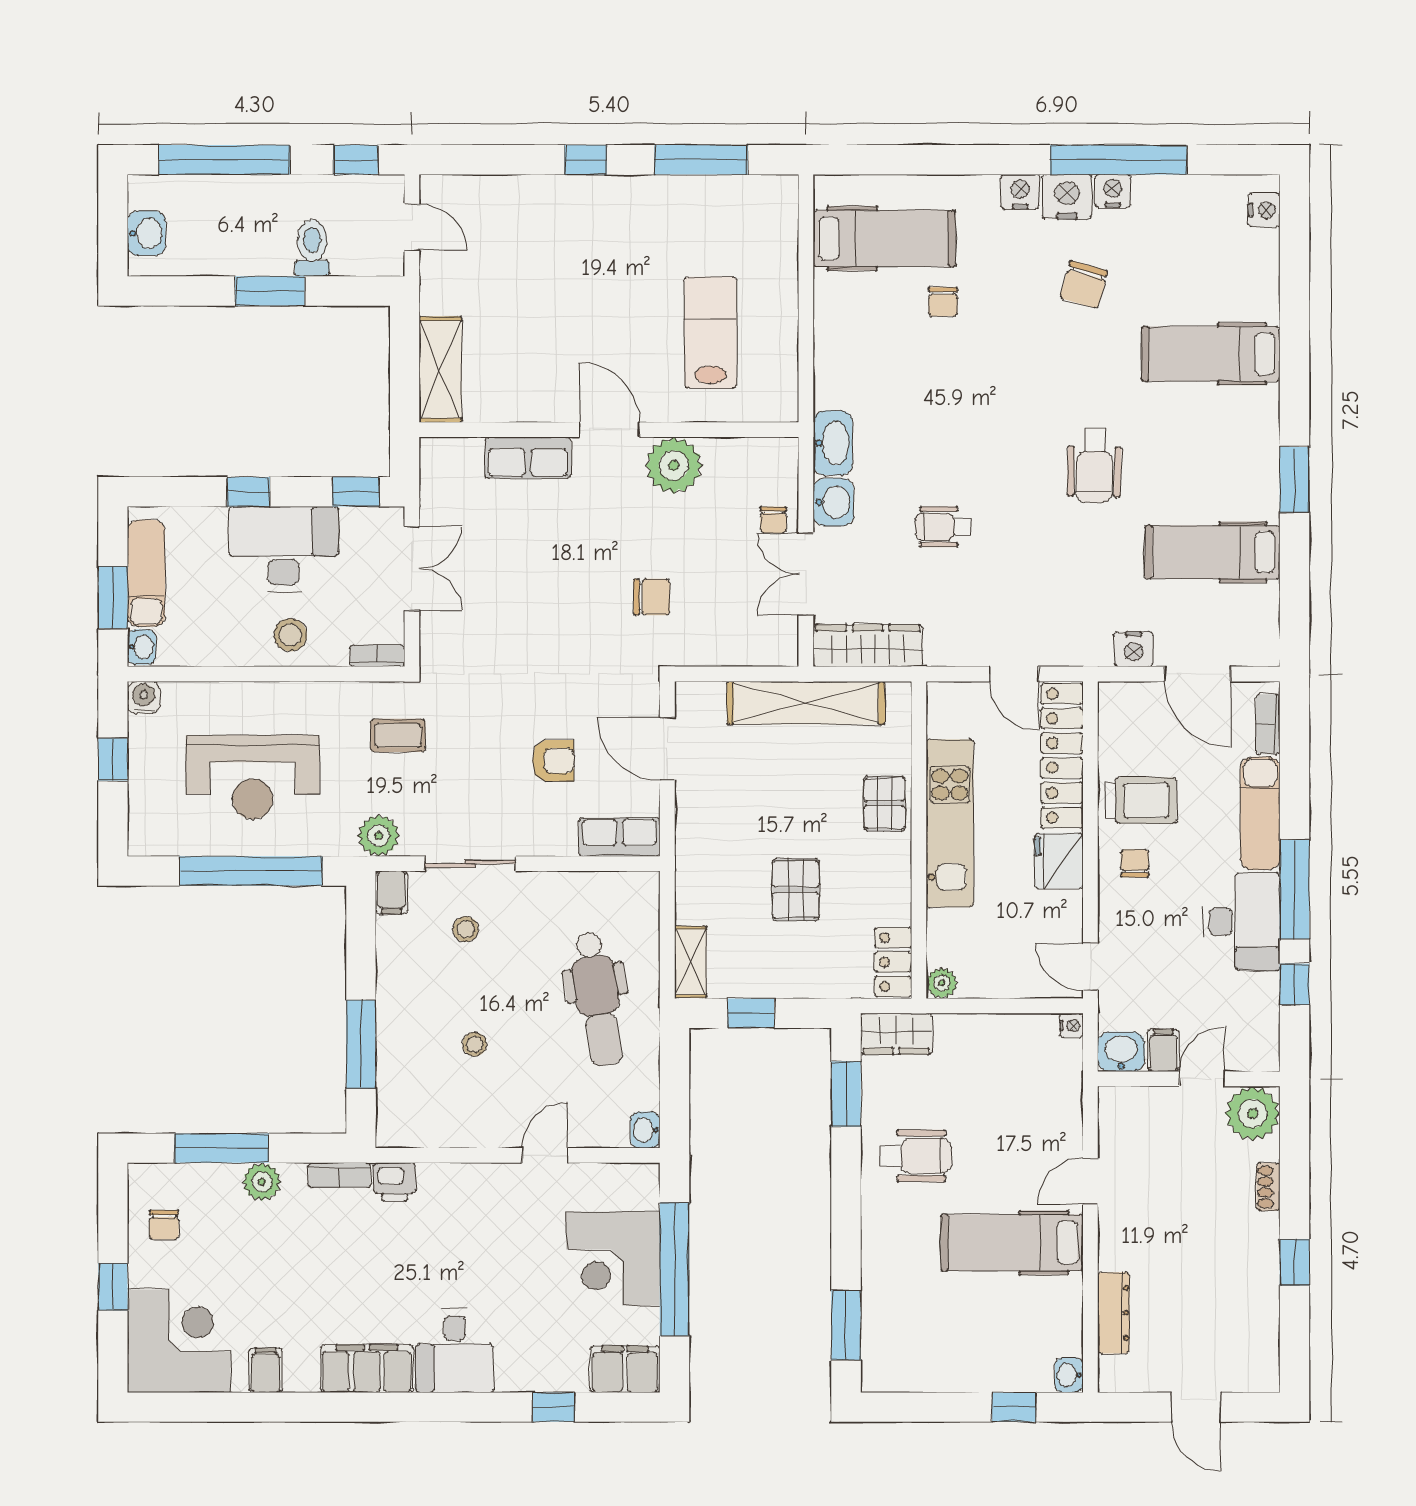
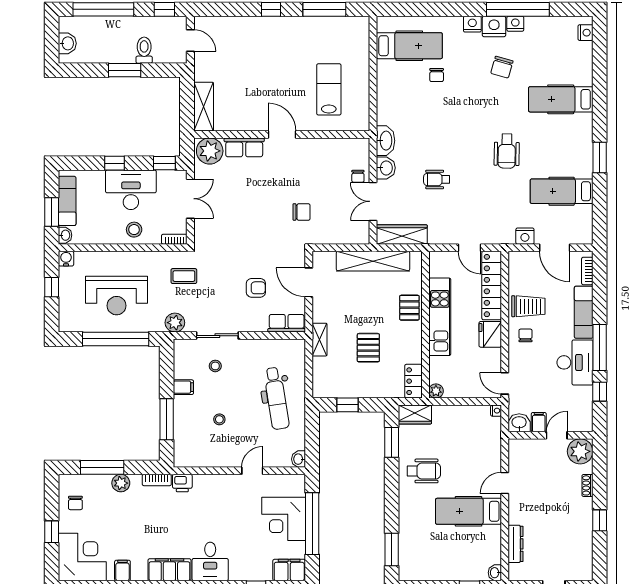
plant: (674, 465) -> (210, 151), moved
filing cabinet: (392, 892) -> (183, 387), moved, turned -90
shelving: (691, 962) -> (320, 340), moved

